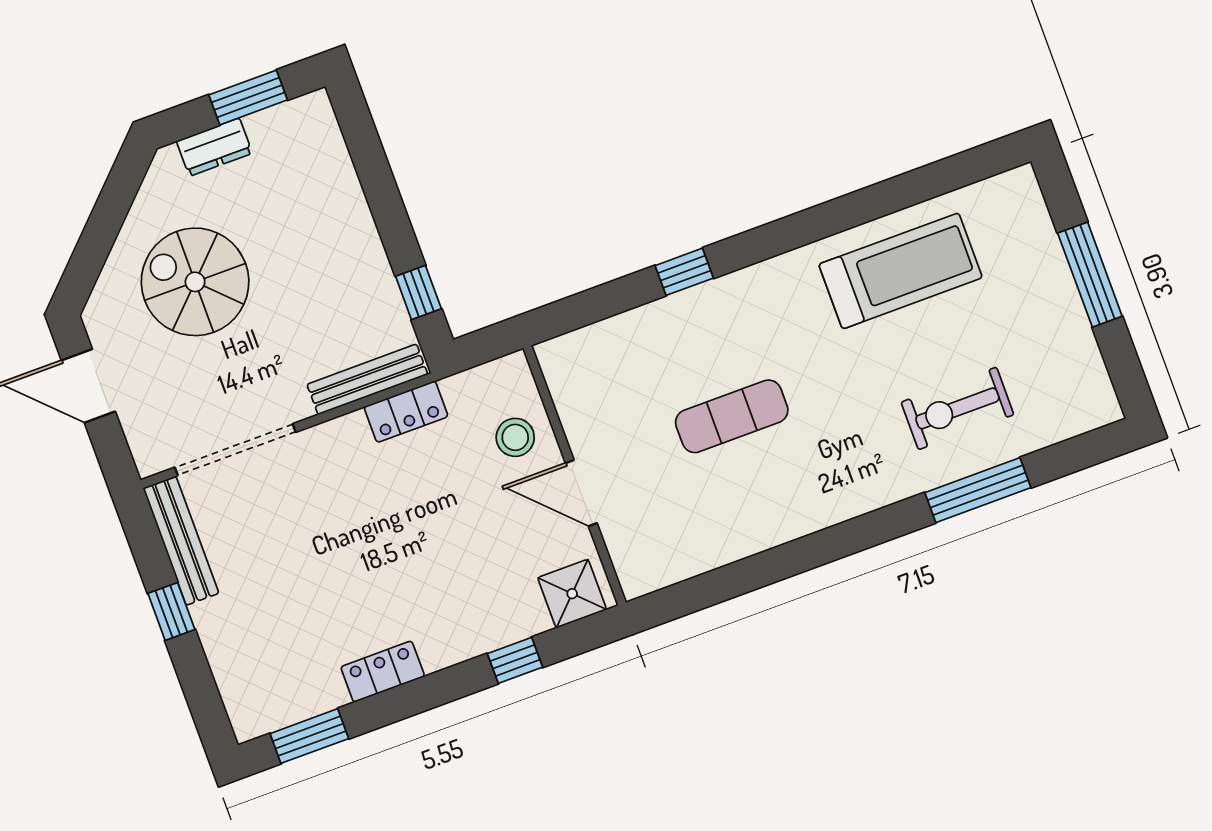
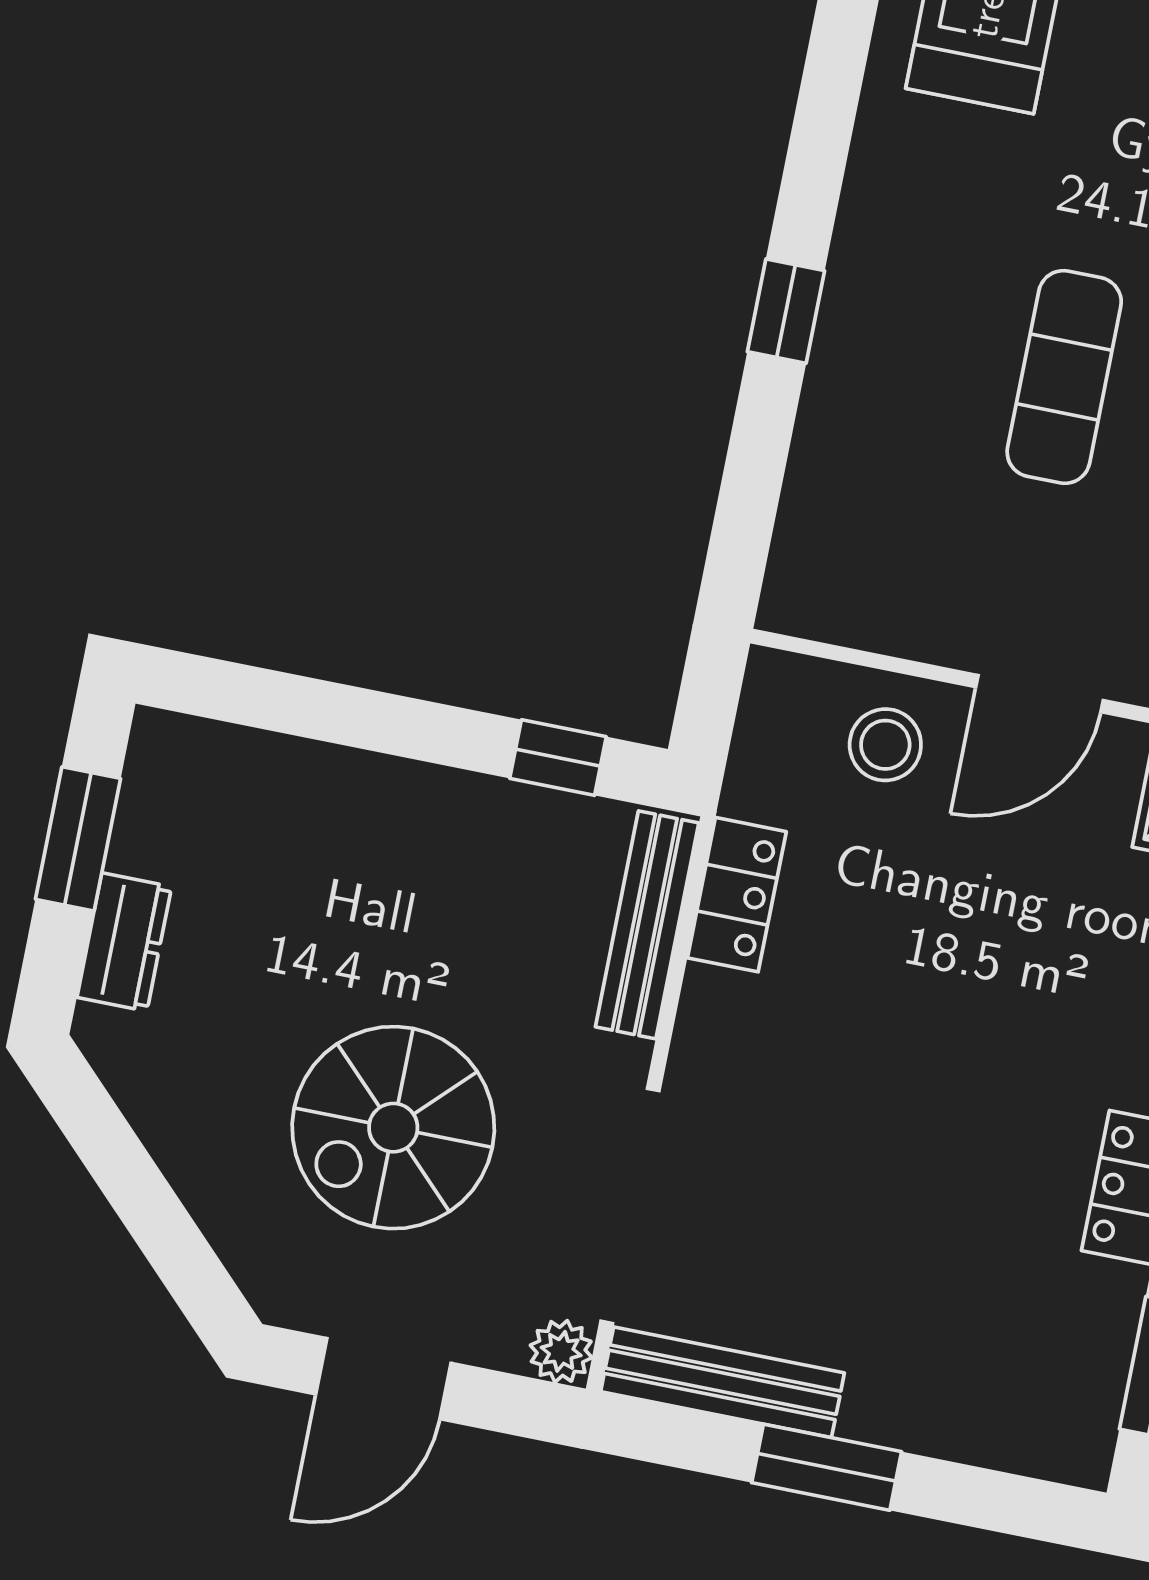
spiral stairs: (195, 282) -> (393, 1128), moved
plant: (150, 459) -> (561, 1351), added
window: (171, 611) -> (827, 1467), width x1.50

